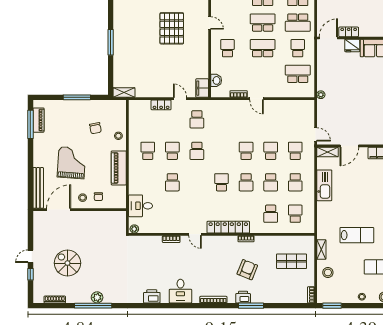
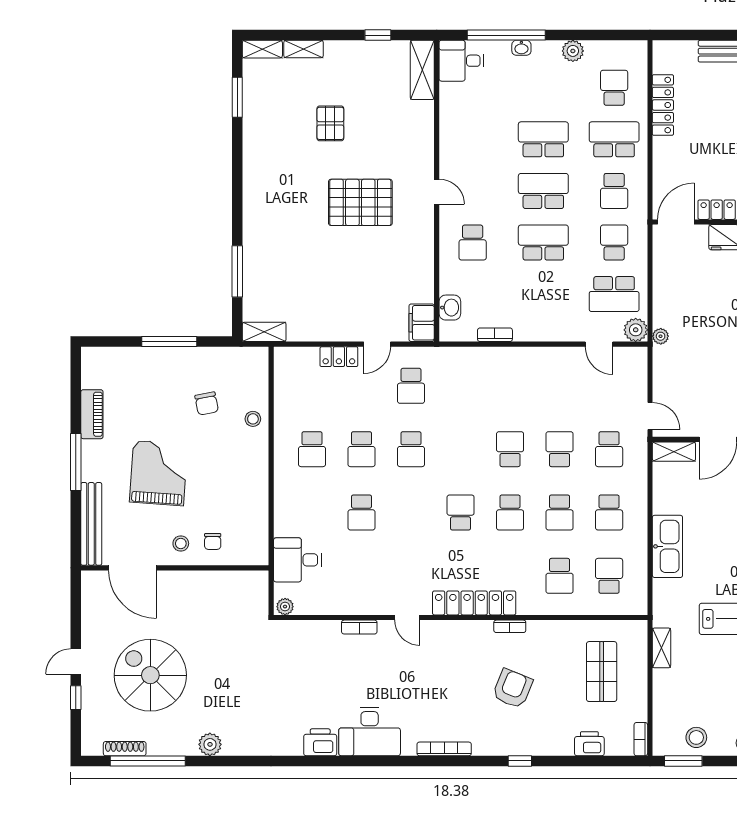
school desk: (298, 23) -> (614, 191), width x0.54
pallet: (172, 28) -> (360, 202), turned 90
window: (111, 42) -> (237, 271), moved
school desk: (227, 48) -> (473, 243), turned 180
school desk: (298, 74) -> (614, 294), turned 180
plant: (308, 92) -> (636, 330), added
door: (180, 99) -> (377, 344), swing flipped
door: (257, 99) -> (599, 344), moved
piano: (38, 120) -> (92, 414), moved
window: (30, 124) -> (76, 462), moved
school desk: (148, 151) -> (312, 449), turned 180
school desk: (172, 151) -> (362, 449), turned 180
school desk: (295, 151) -> (609, 449), turned 180
piano: (119, 168) -> (254, 484), removed
kitchen sink: (324, 185) -> (667, 546), moved
door: (59, 210) -> (132, 568), swing flipped
shop shelf: (292, 261) -> (602, 672), turned 90
spiral stairs: (67, 263) -> (150, 675), width x1.37, depth x1.37
stool: (328, 272) -> (696, 737), moved
desk: (180, 291) -> (370, 732), width x1.37
printer: (243, 297) -> (589, 744), moved
window: (93, 306) -> (148, 761), moved
window: (251, 306) -> (520, 761), width x0.46

